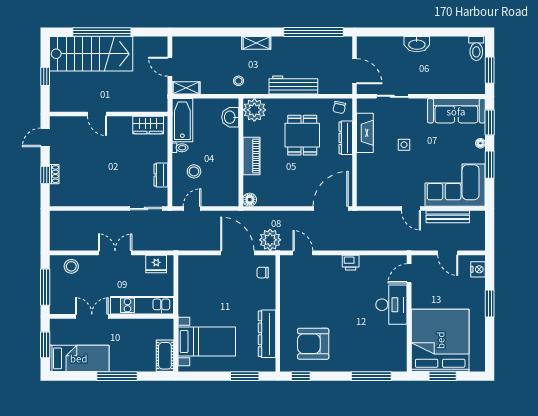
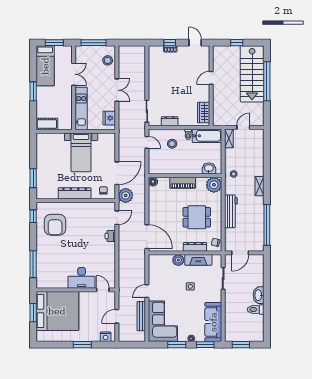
toilet: (476, 48) -> (256, 309), moved
plant: (365, 162) -> (178, 260), added
printer: (351, 263) -> (110, 236), moved
dresser: (267, 334) -> (75, 193), moved
bed with nightstands: (207, 342) -> (81, 152), moved
armchair: (313, 344) -> (55, 225), turned 180
window: (117, 376) -> (33, 91), width x0.69

